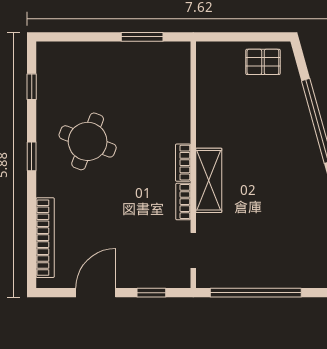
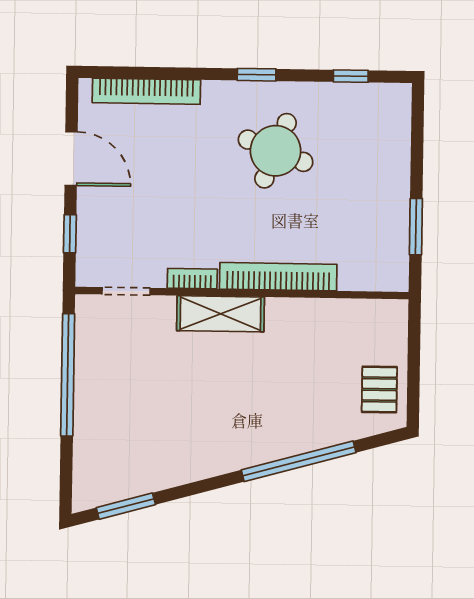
bookcase: (183, 163) -> (278, 277), width x2.31, depth x1.31

